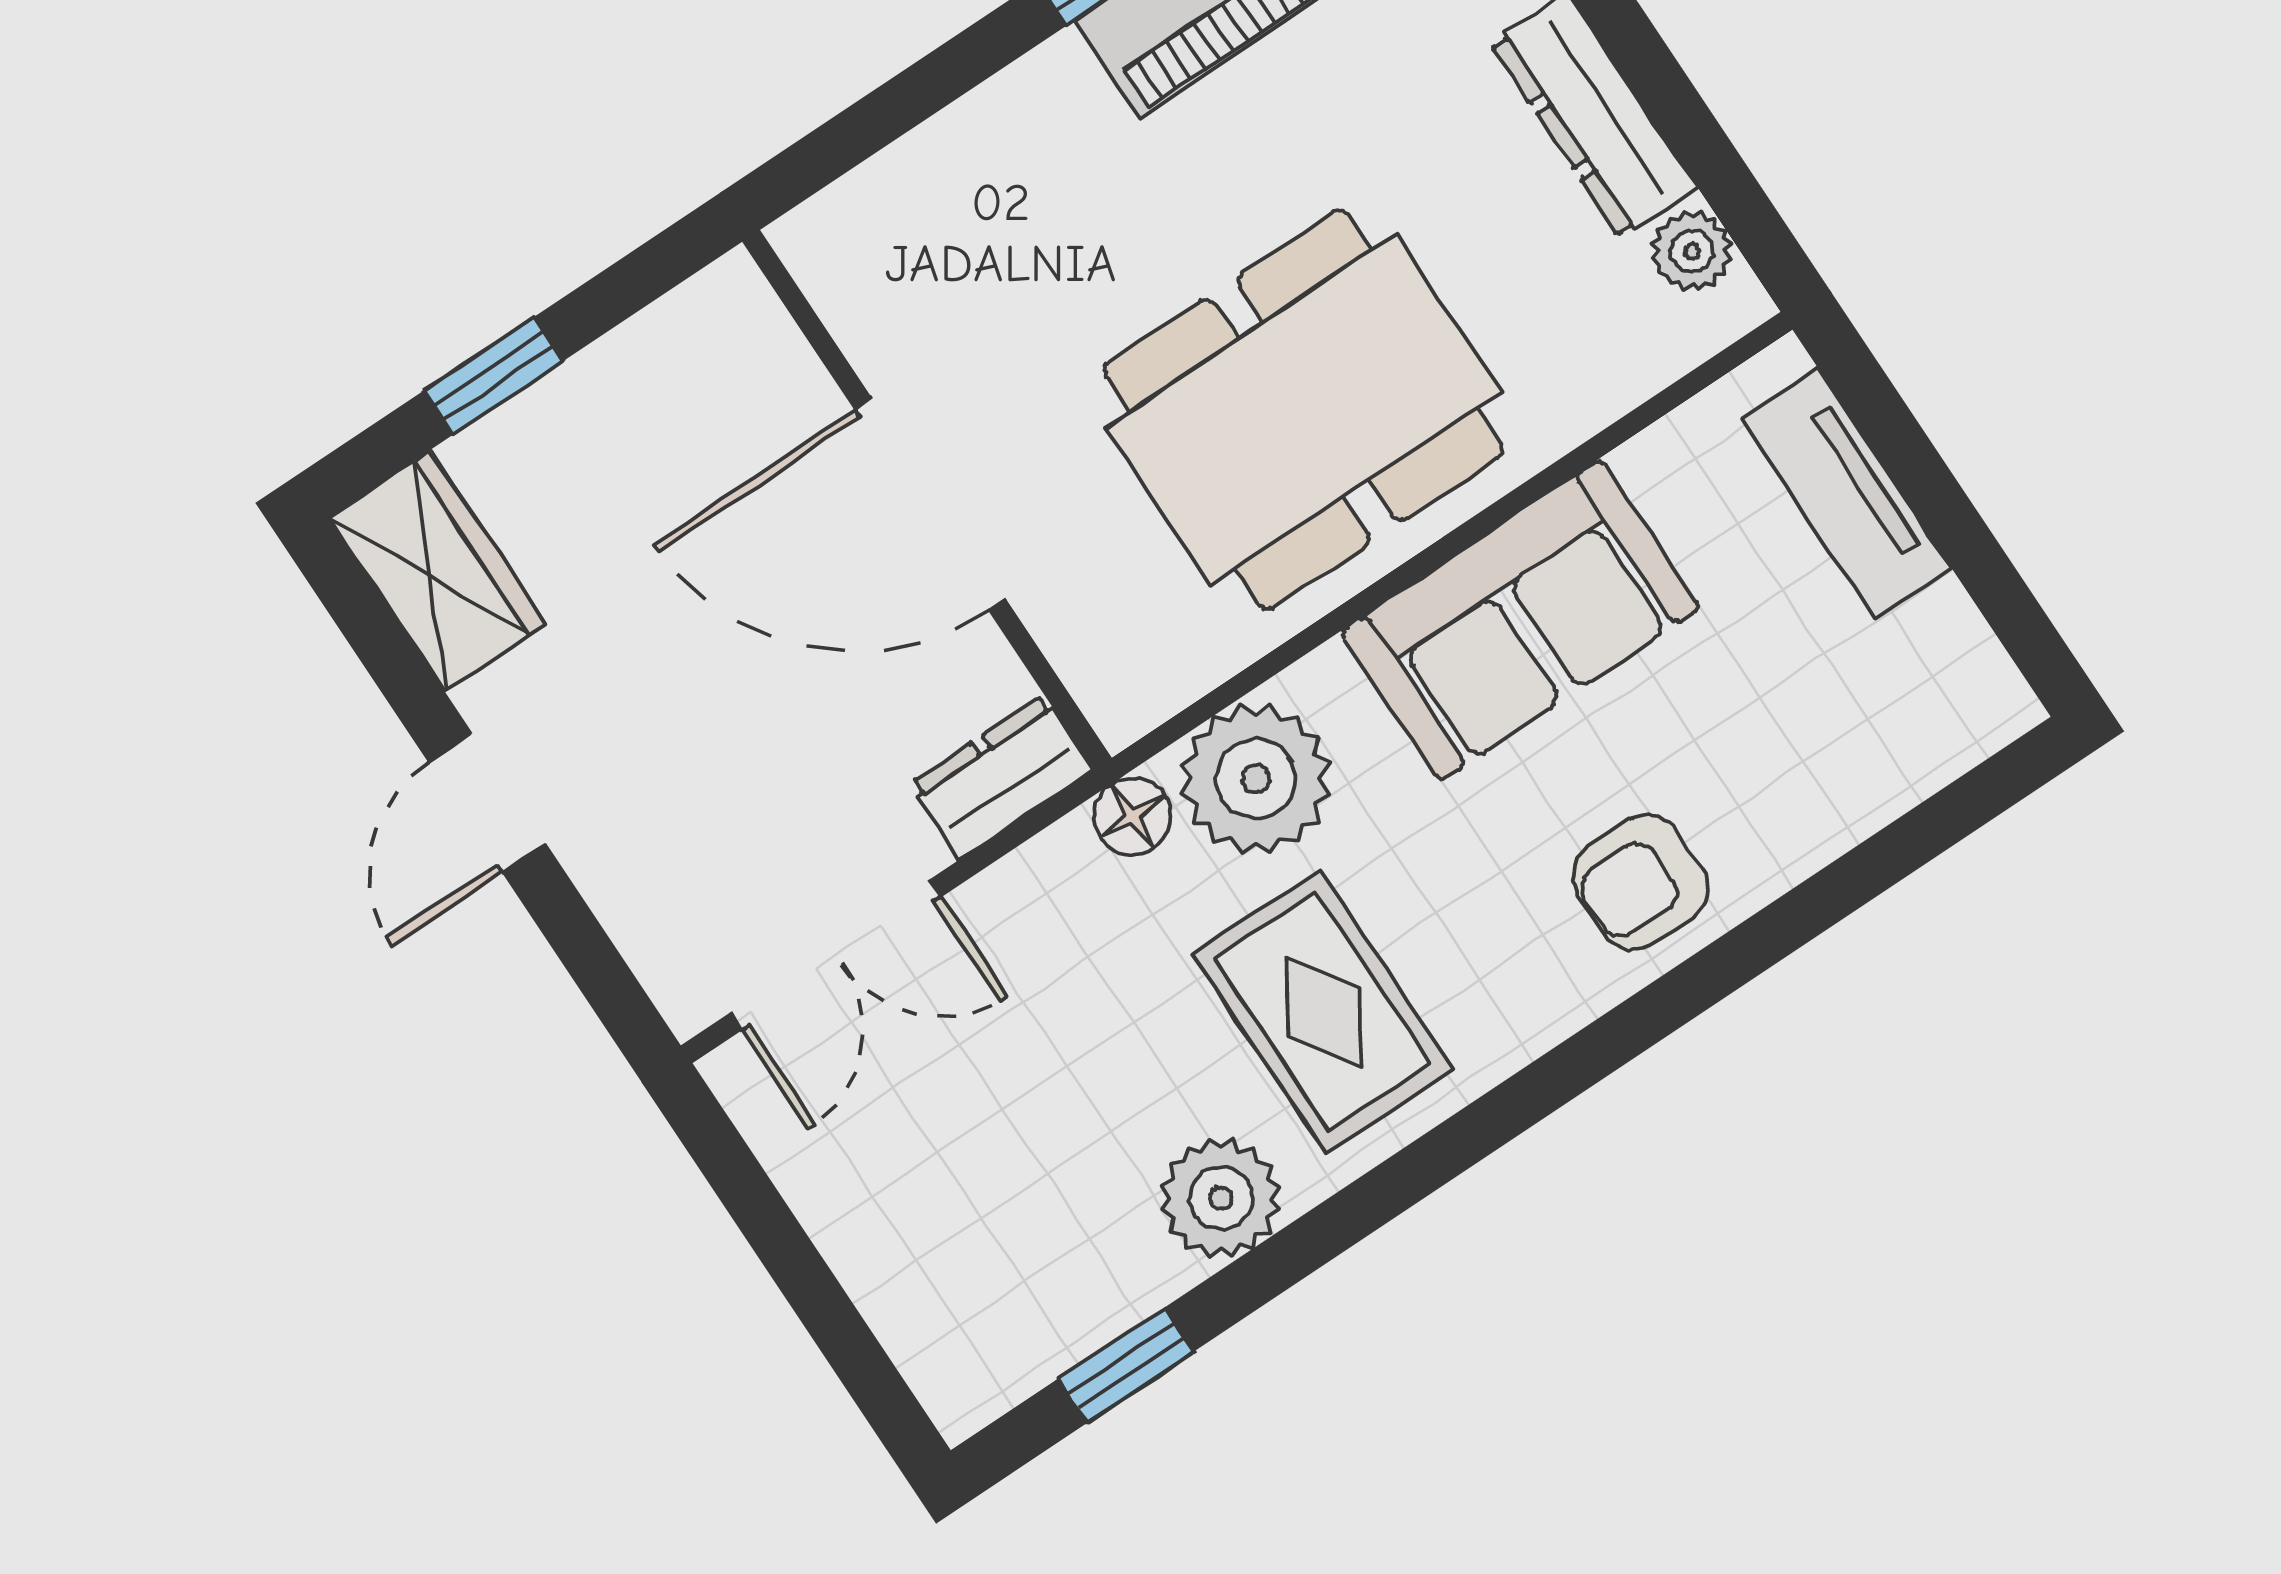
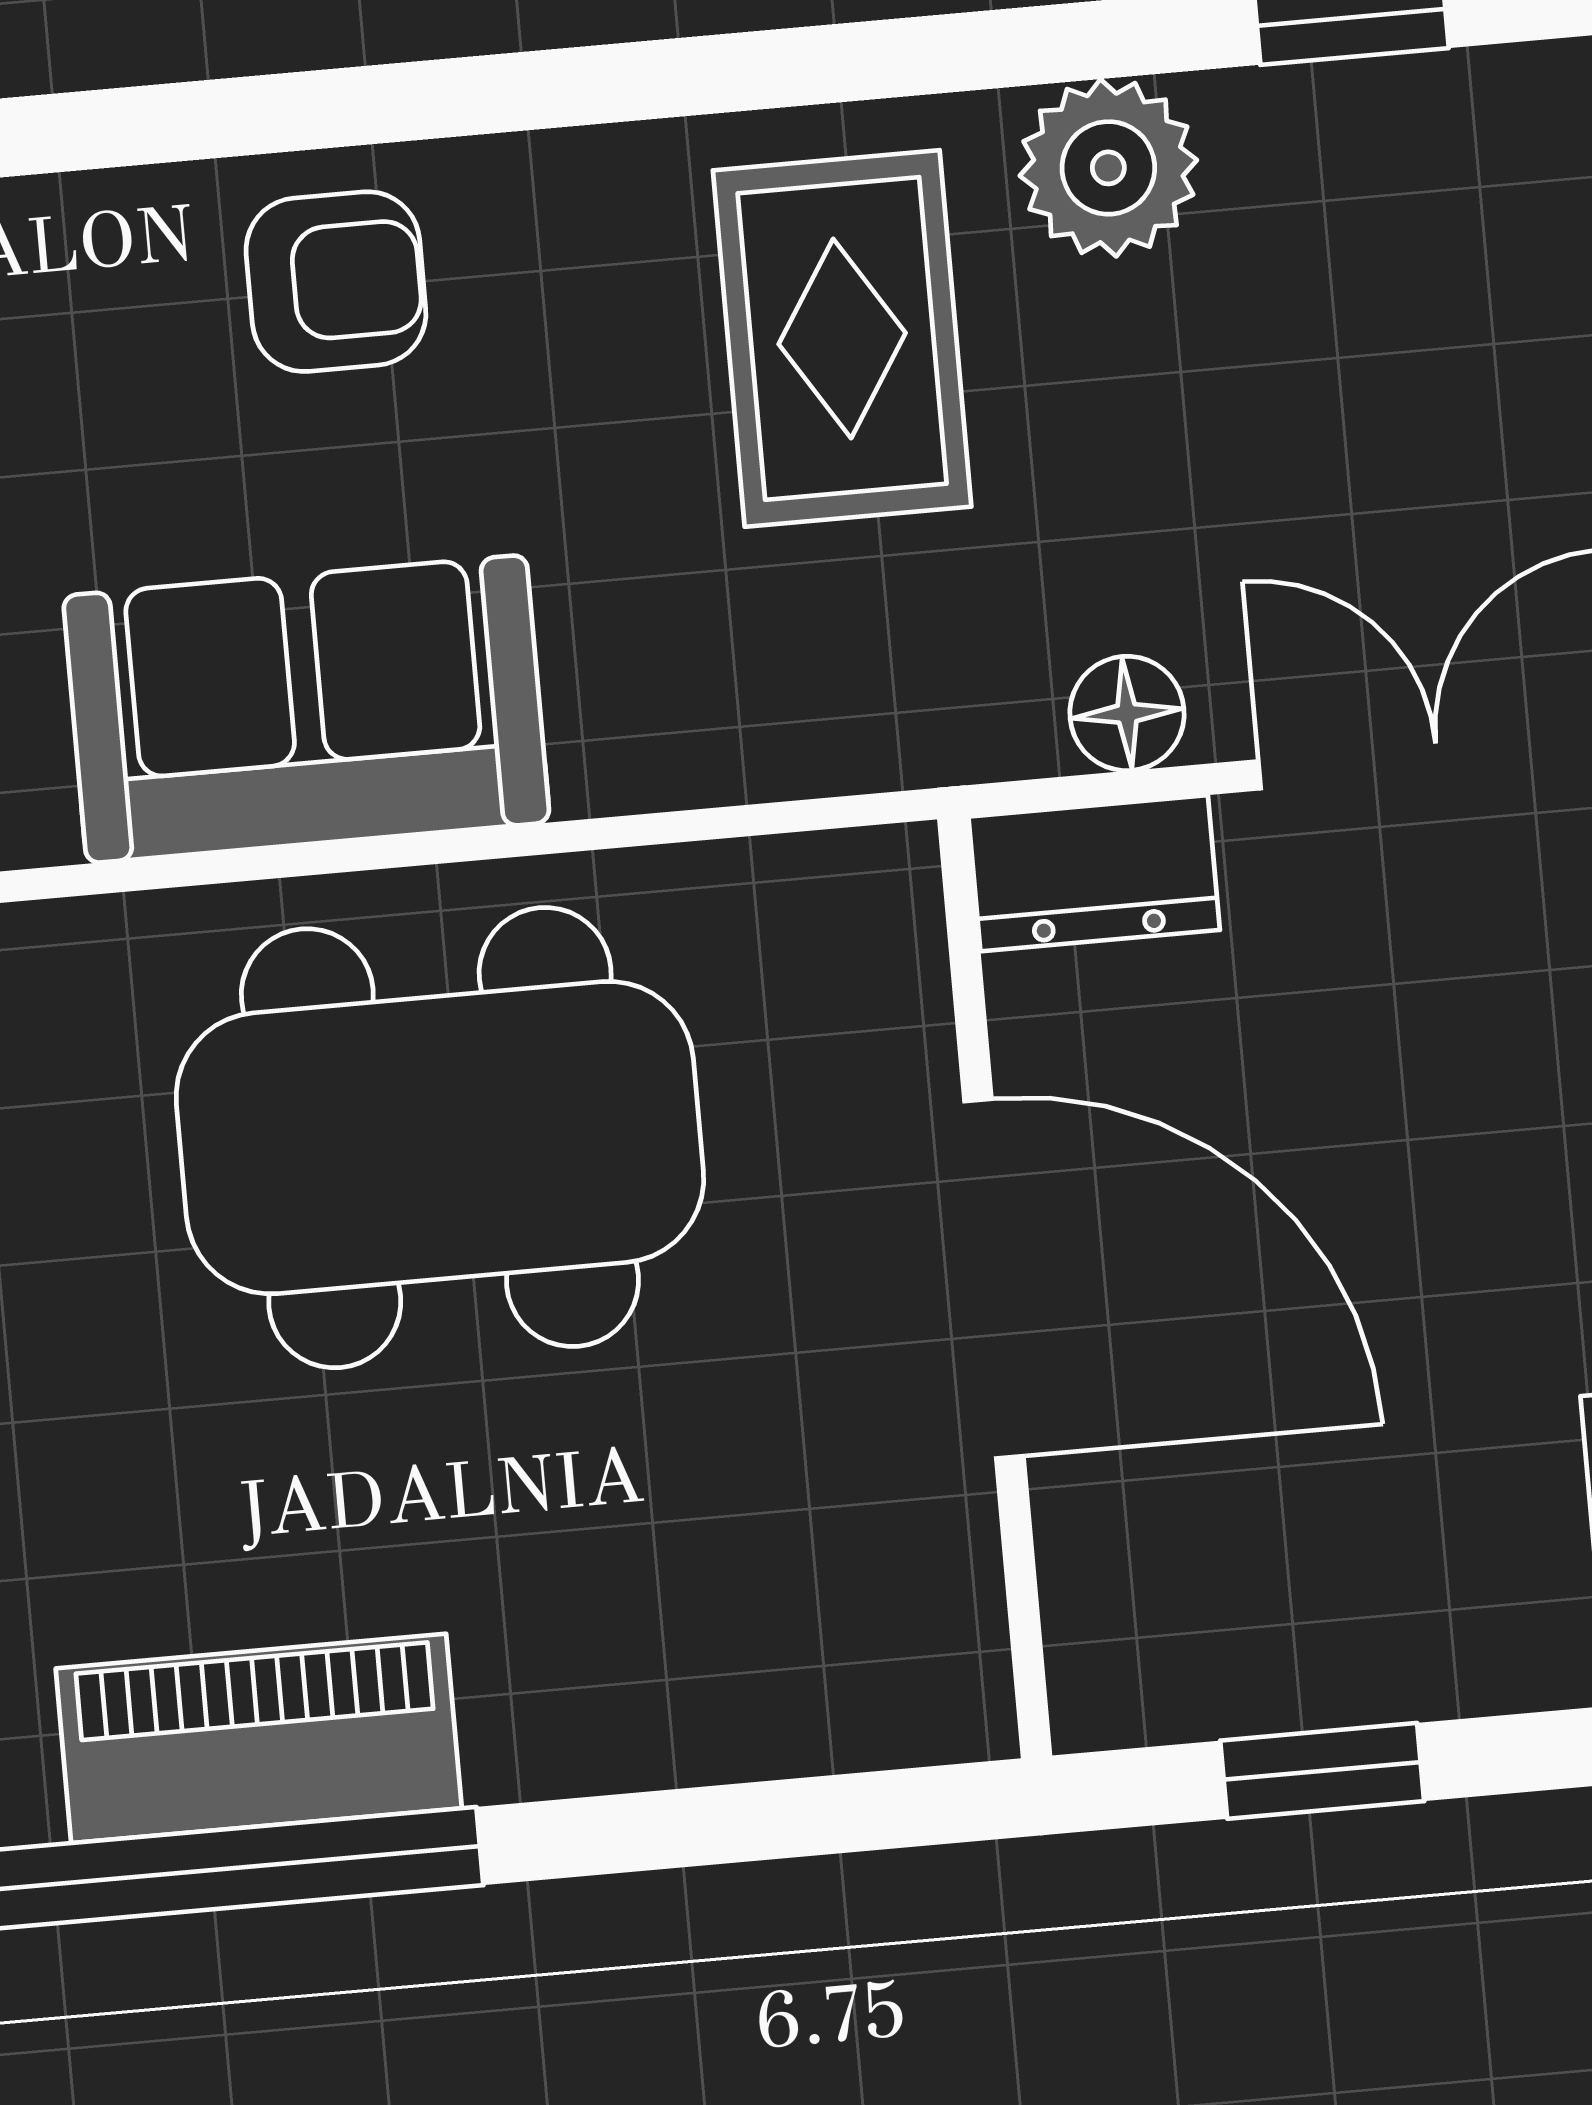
window: (494, 376) -> (1322, 1771), moved
plant: (1256, 779) -> (765, 690), removed
floor lamp: (1132, 816) -> (1127, 713), moved

